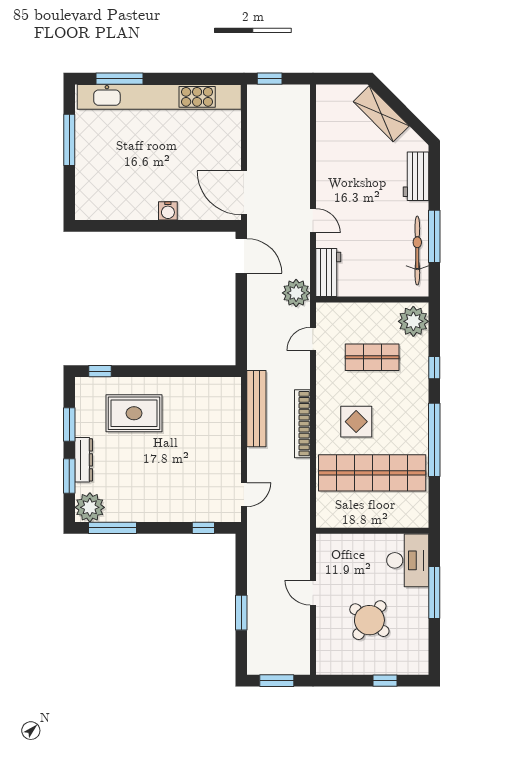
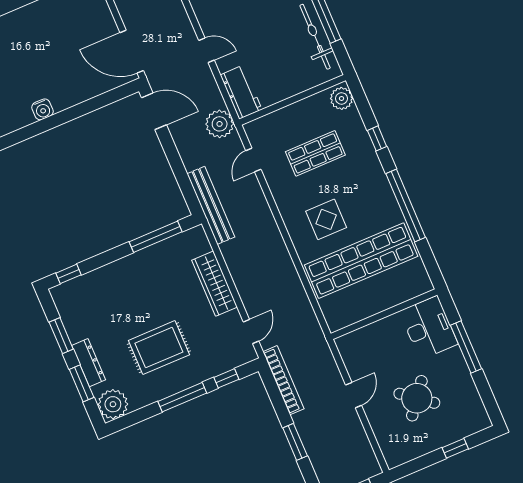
water cooler: (168, 211) -> (43, 109), moved
plant: (413, 321) -> (342, 98), width x0.73, depth x0.73
window: (194, 371) -> (156, 237), added
bench: (256, 409) -> (211, 205), moved
rug: (134, 413) -> (159, 348), moved
bookcase: (302, 424) -> (283, 380), moved, turned 180
wardrobe: (229, 437) -> (215, 284), added
window: (113, 528) -> (182, 397), moved
door: (313, 593) -> (354, 395), swing flipped

